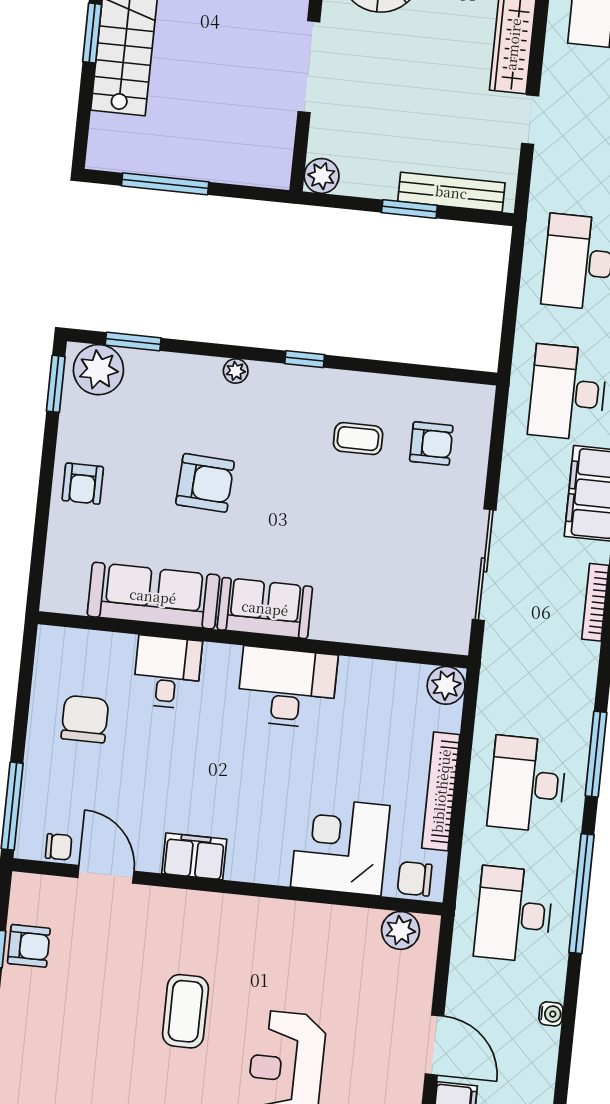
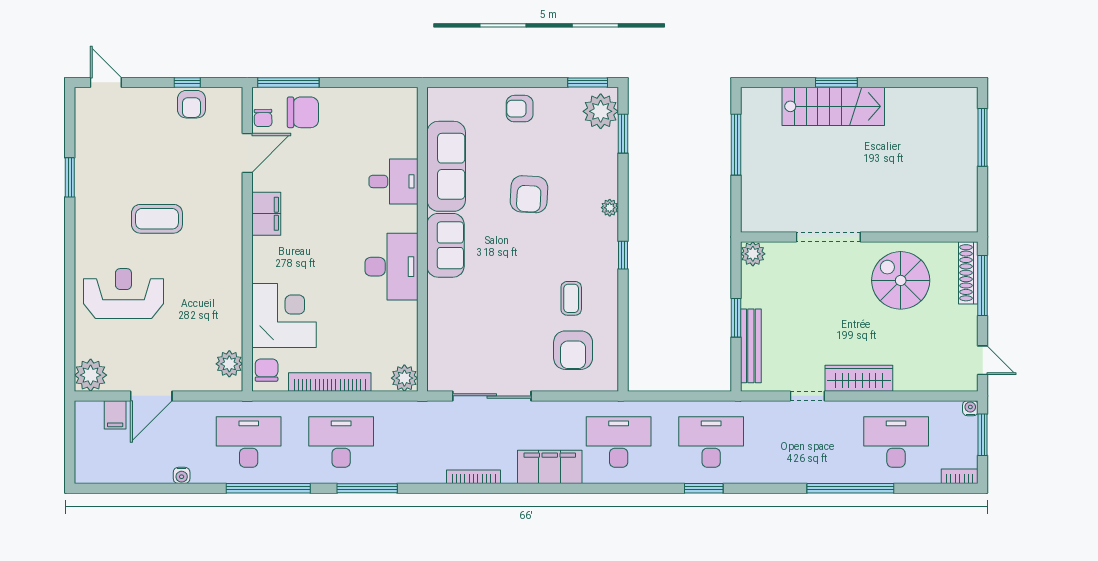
armchair: (431, 443) -> (573, 350), width x1.38, depth x1.38
chair: (85, 719) -> (303, 112), moved

